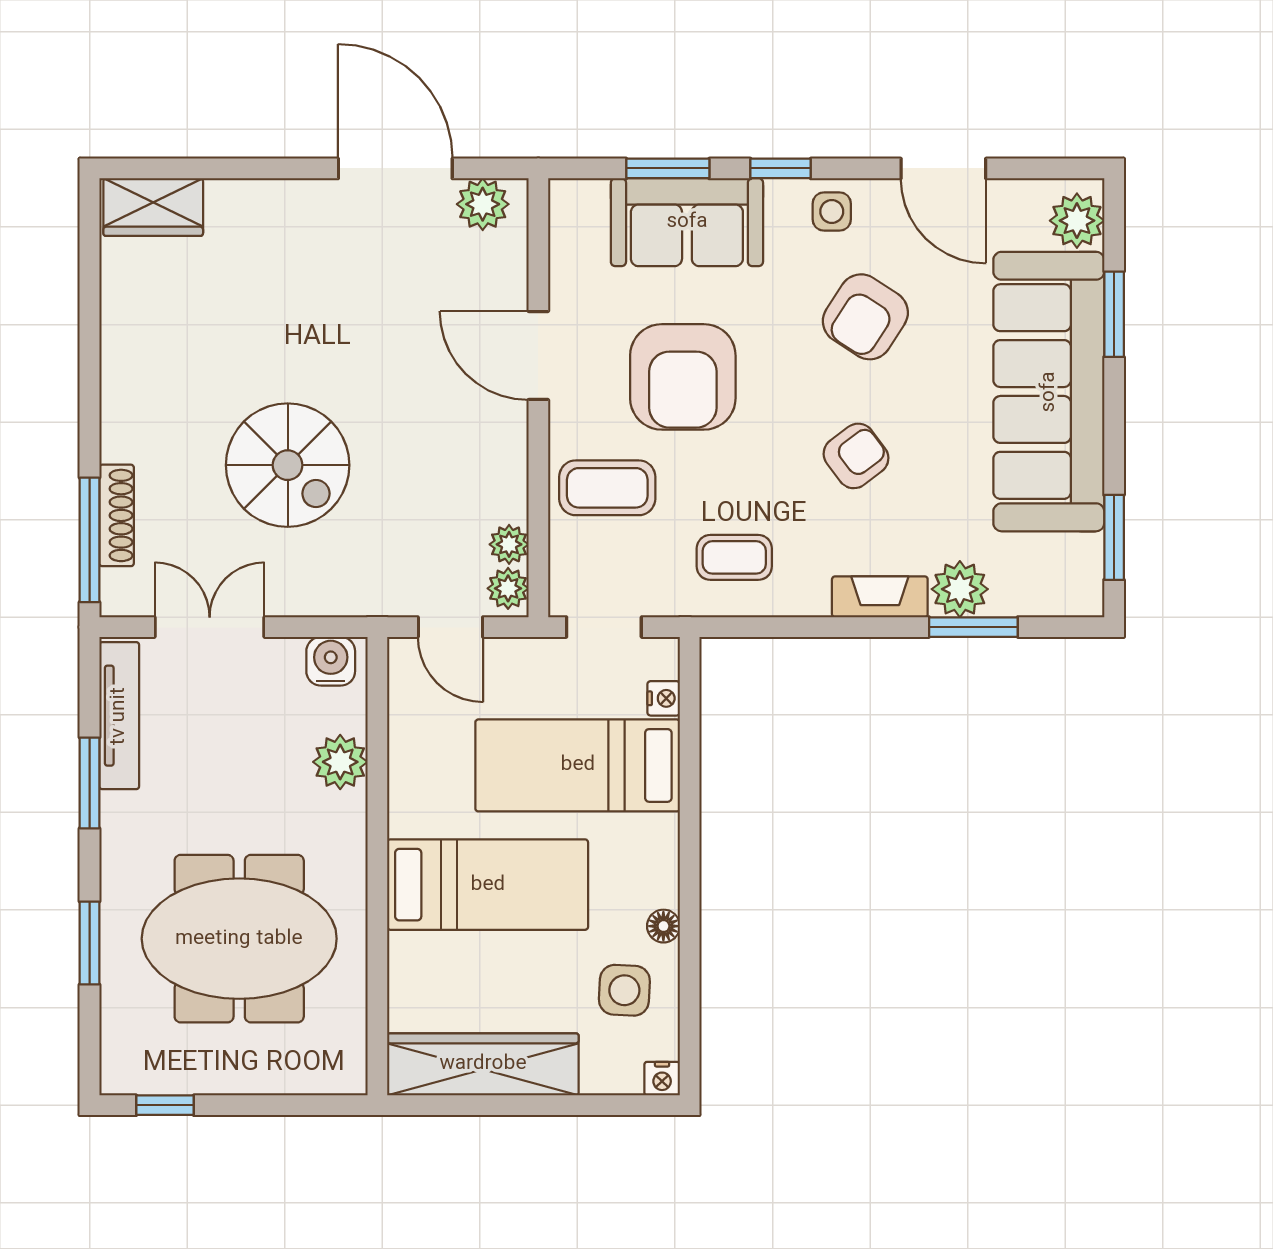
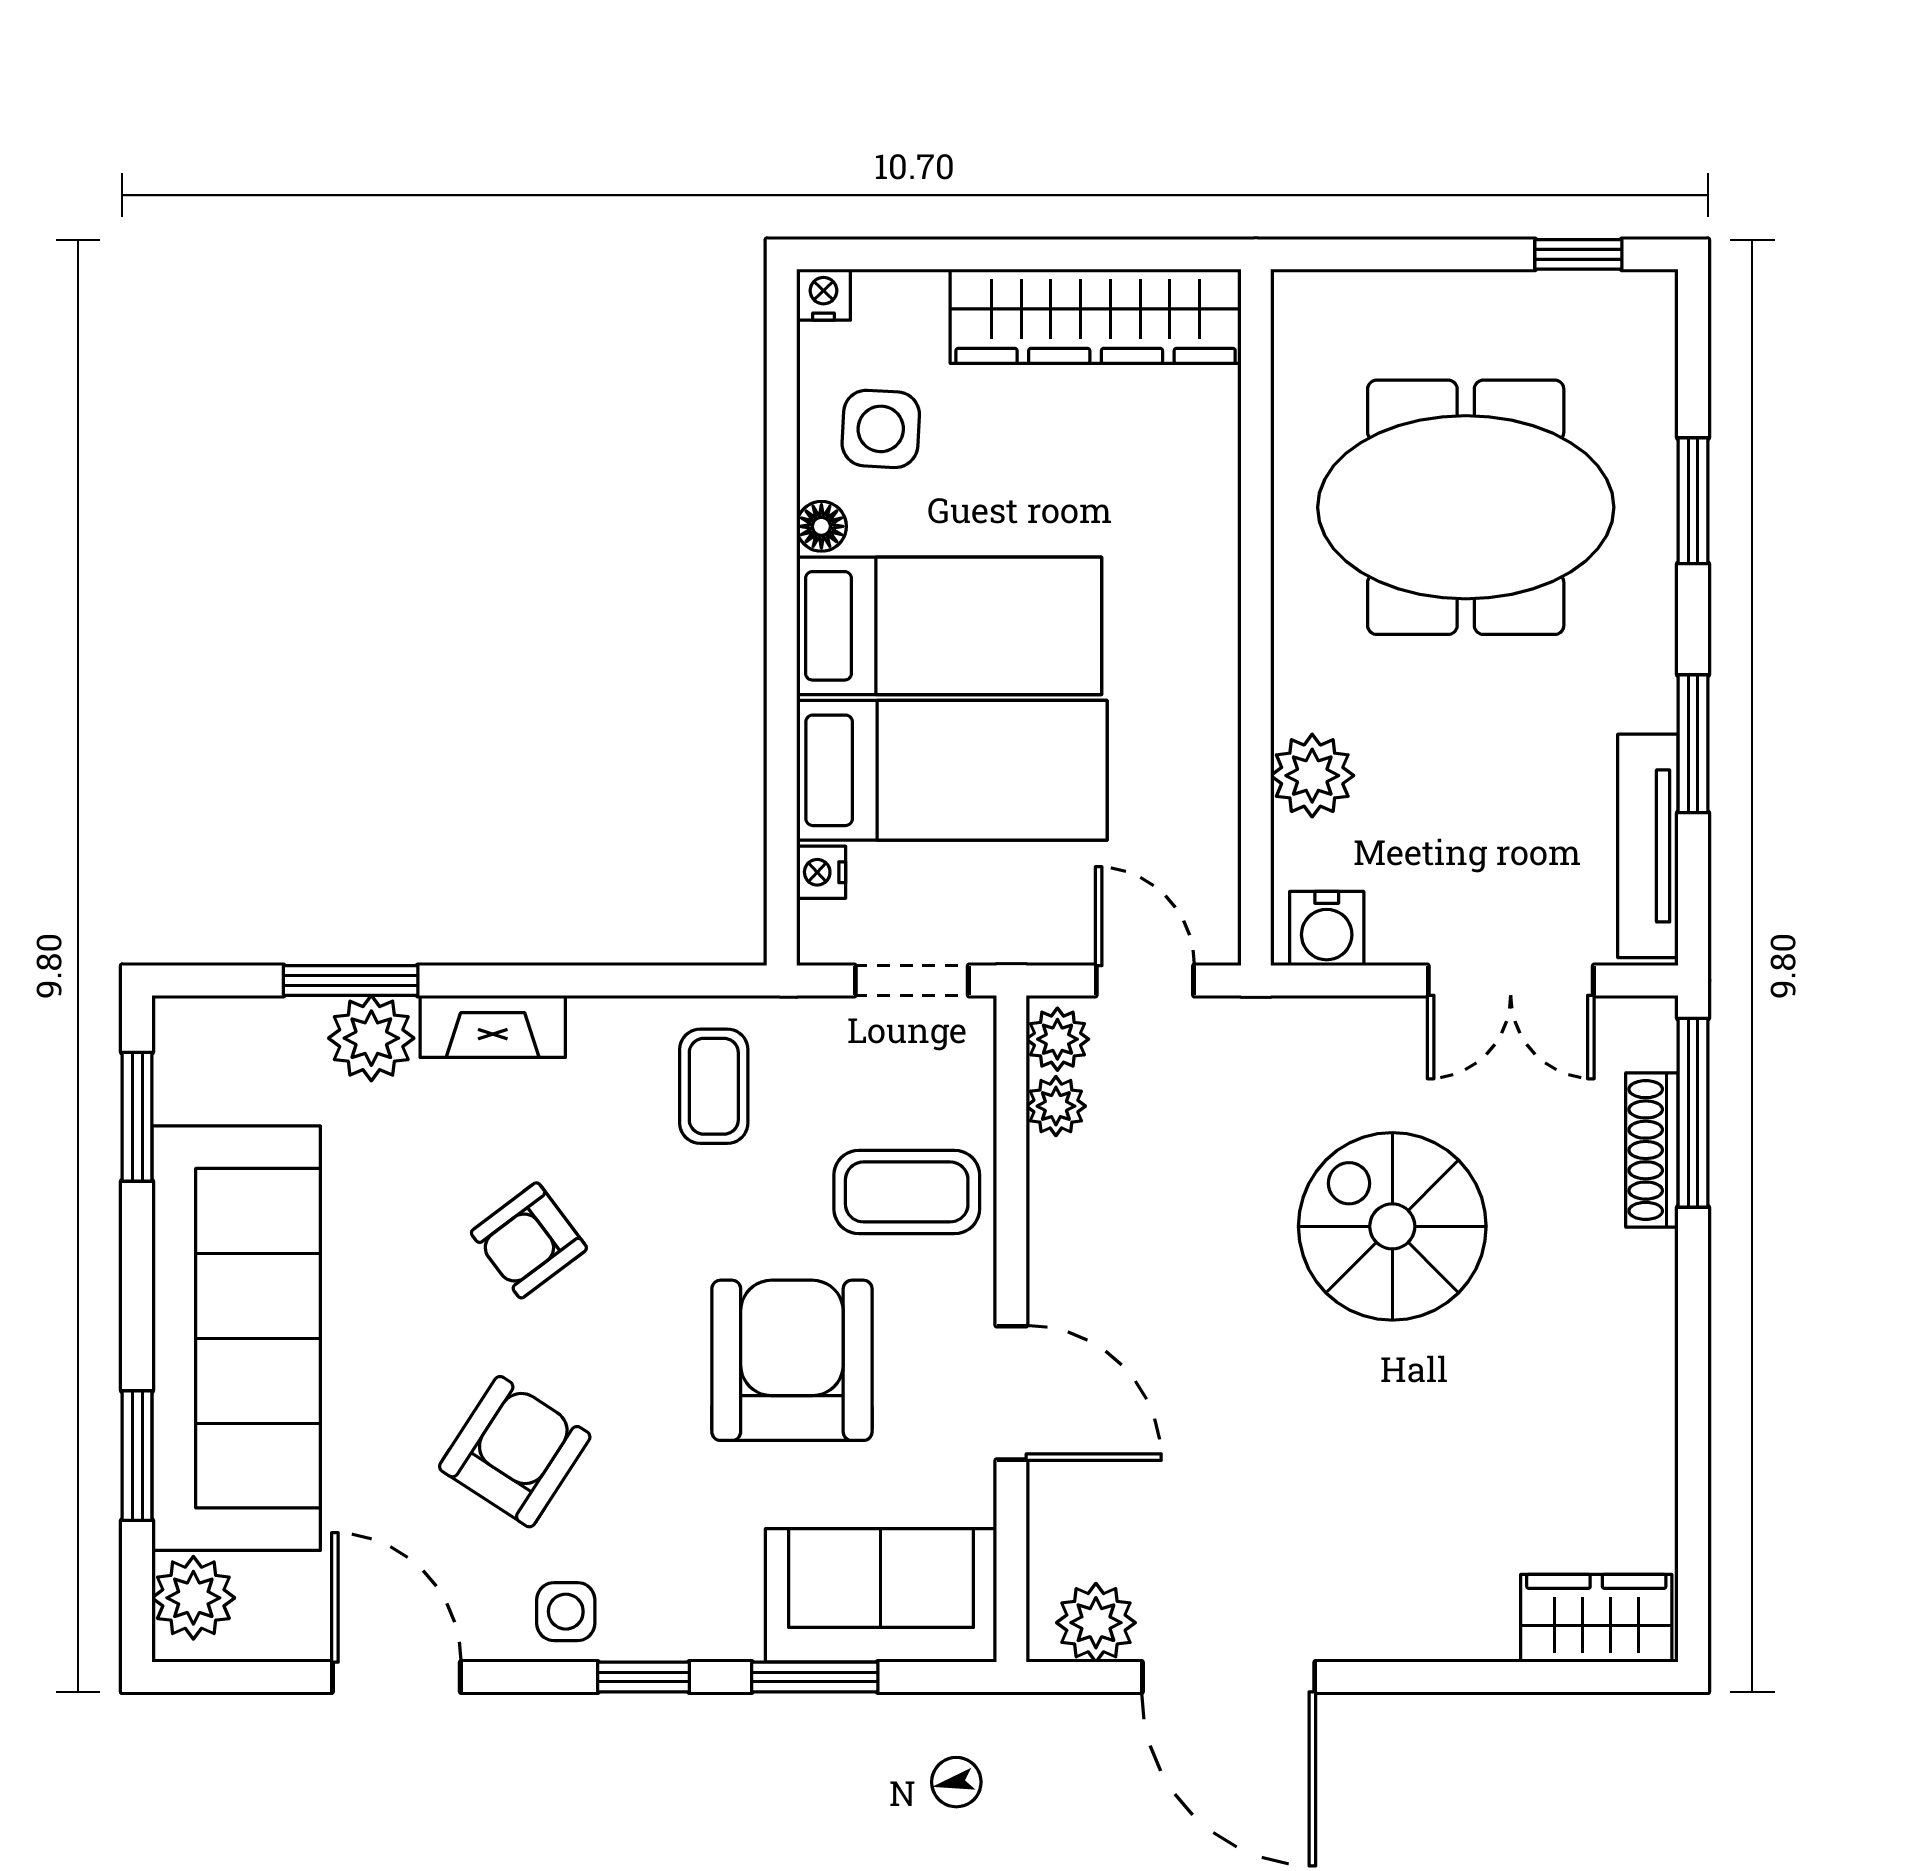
sofa: (687, 222) -> (881, 1595), moved
coffee table: (734, 557) -> (714, 1086), turned 90
bed: (488, 885) -> (949, 626), moved, turned 180

